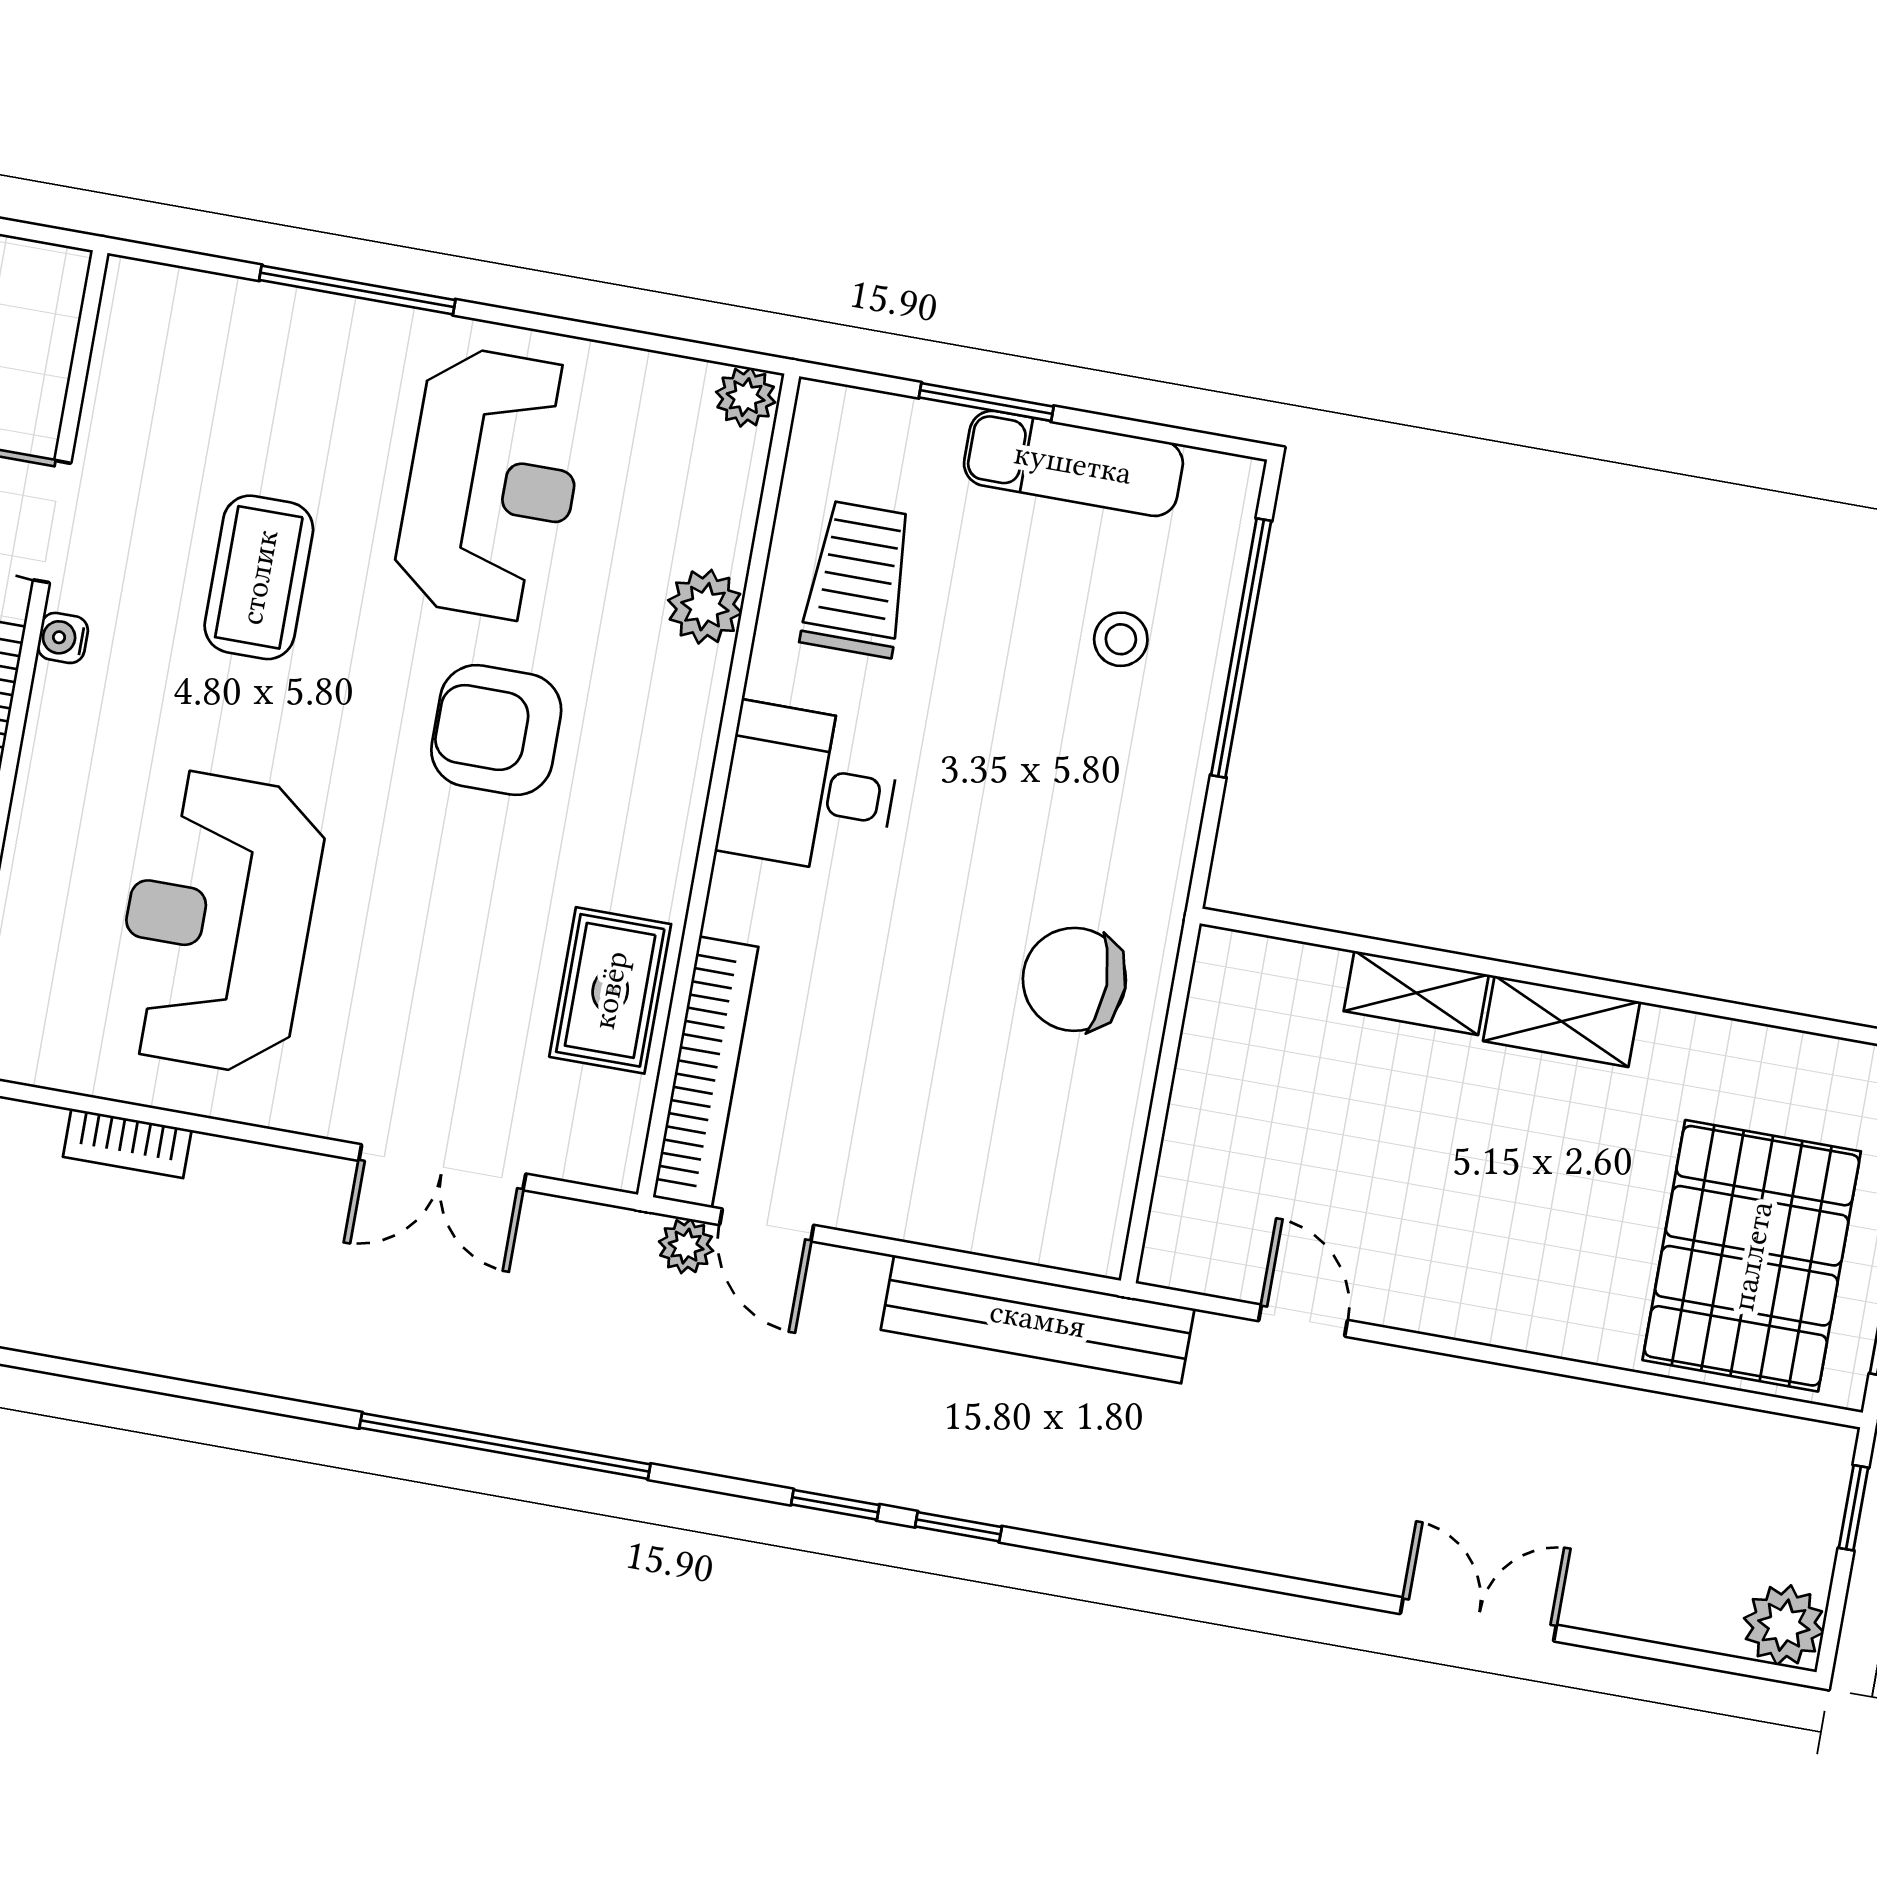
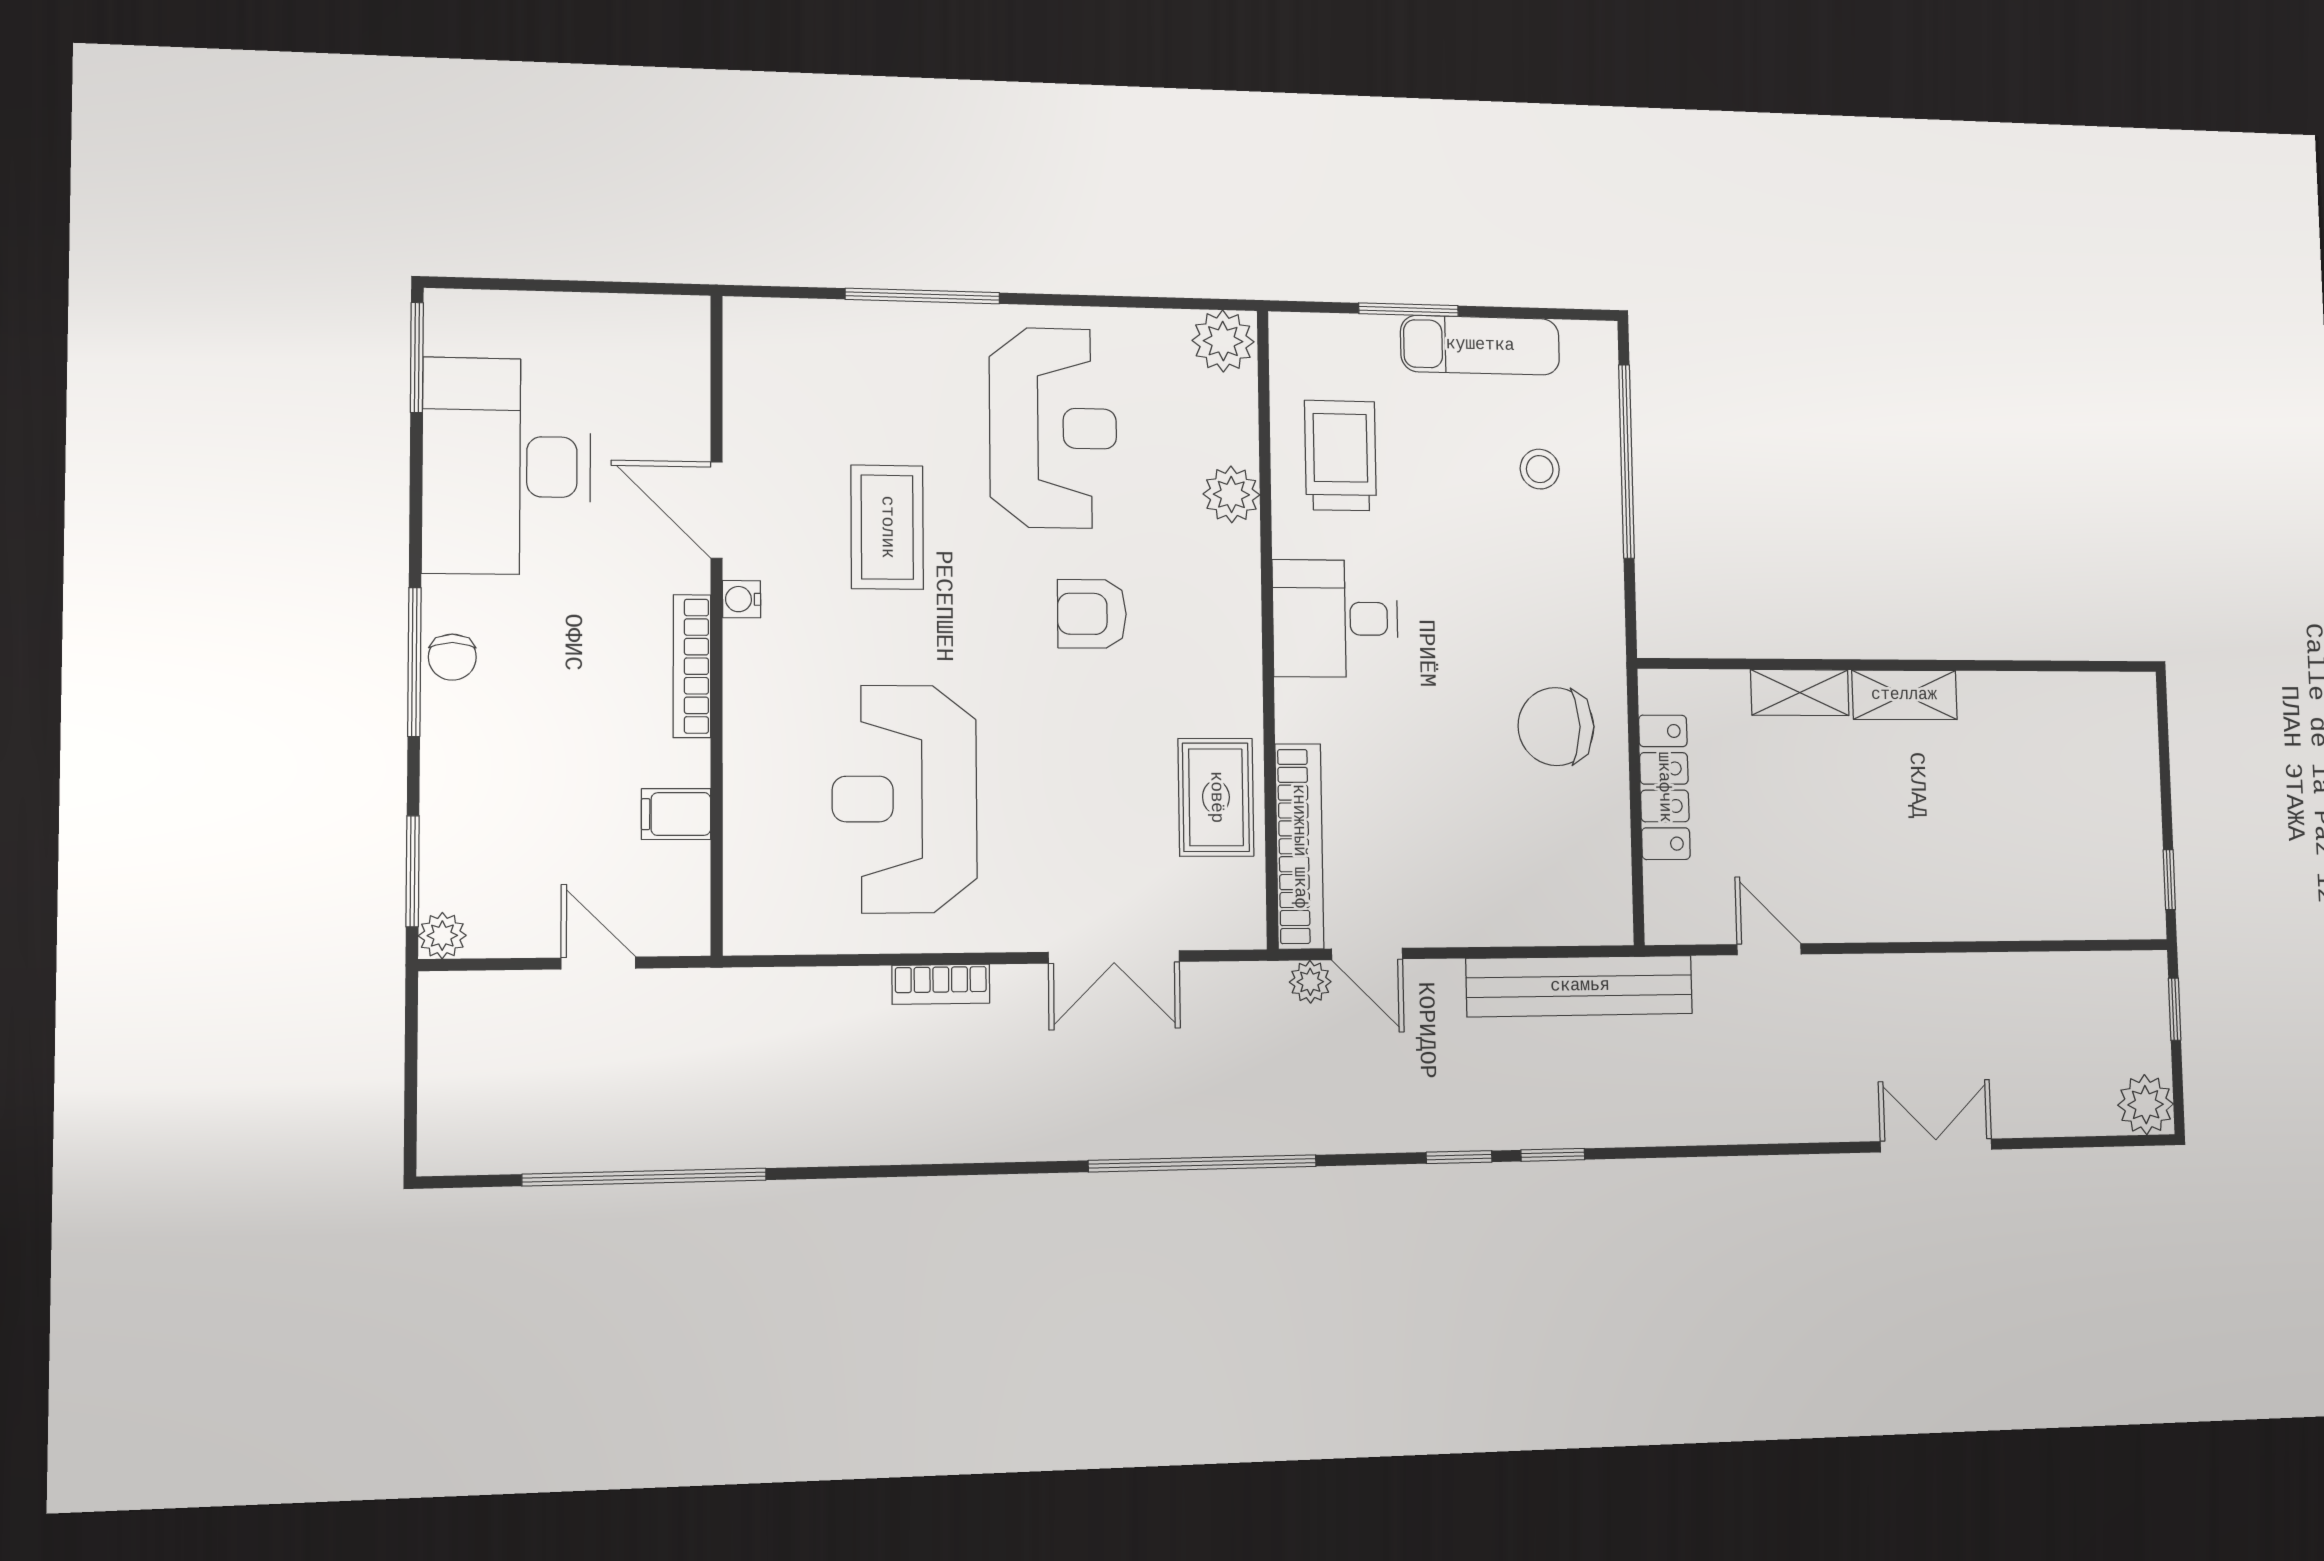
plant: (746, 397) -> (1223, 341), width x1.38, depth x1.38
armchair: (496, 730) -> (1092, 614), width x0.72, depth x0.72
locker: (1204, 1084) -> (1664, 787), added
bookcase: (127, 1143) -> (941, 984), moved
pallet: (1752, 1256) -> (2069, 840), removed

